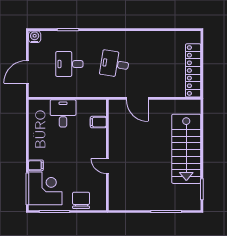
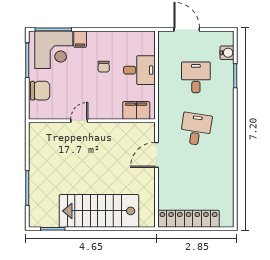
water cooler: (35, 37) -> (227, 53), moved
filing cabinet: (98, 122) -> (136, 110), width x2.00
chair: (60, 145) -> (104, 67), added

